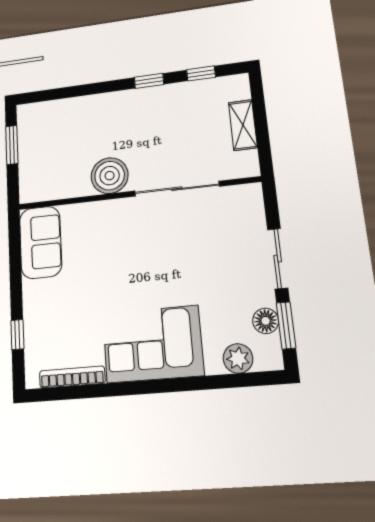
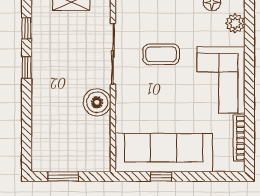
sofa: (41, 242) -> (164, 153), width x1.85, depth x1.27
coffee table: (182, 254) -> (161, 54), added
window: (17, 335) -> (161, 176), moved

